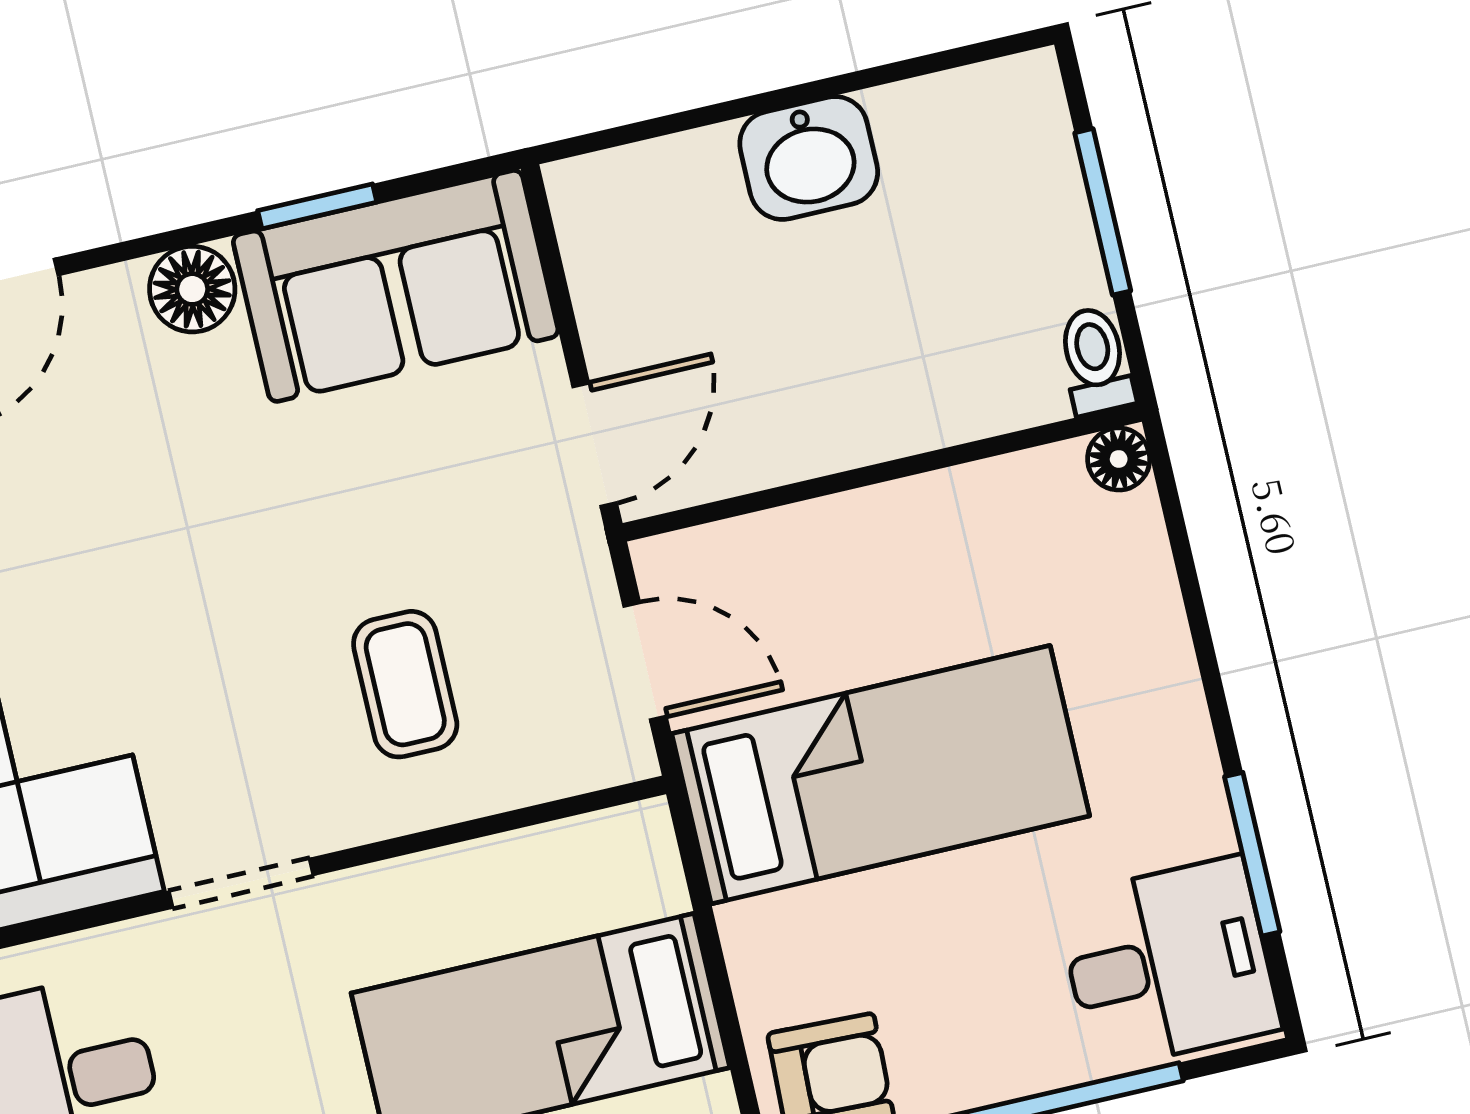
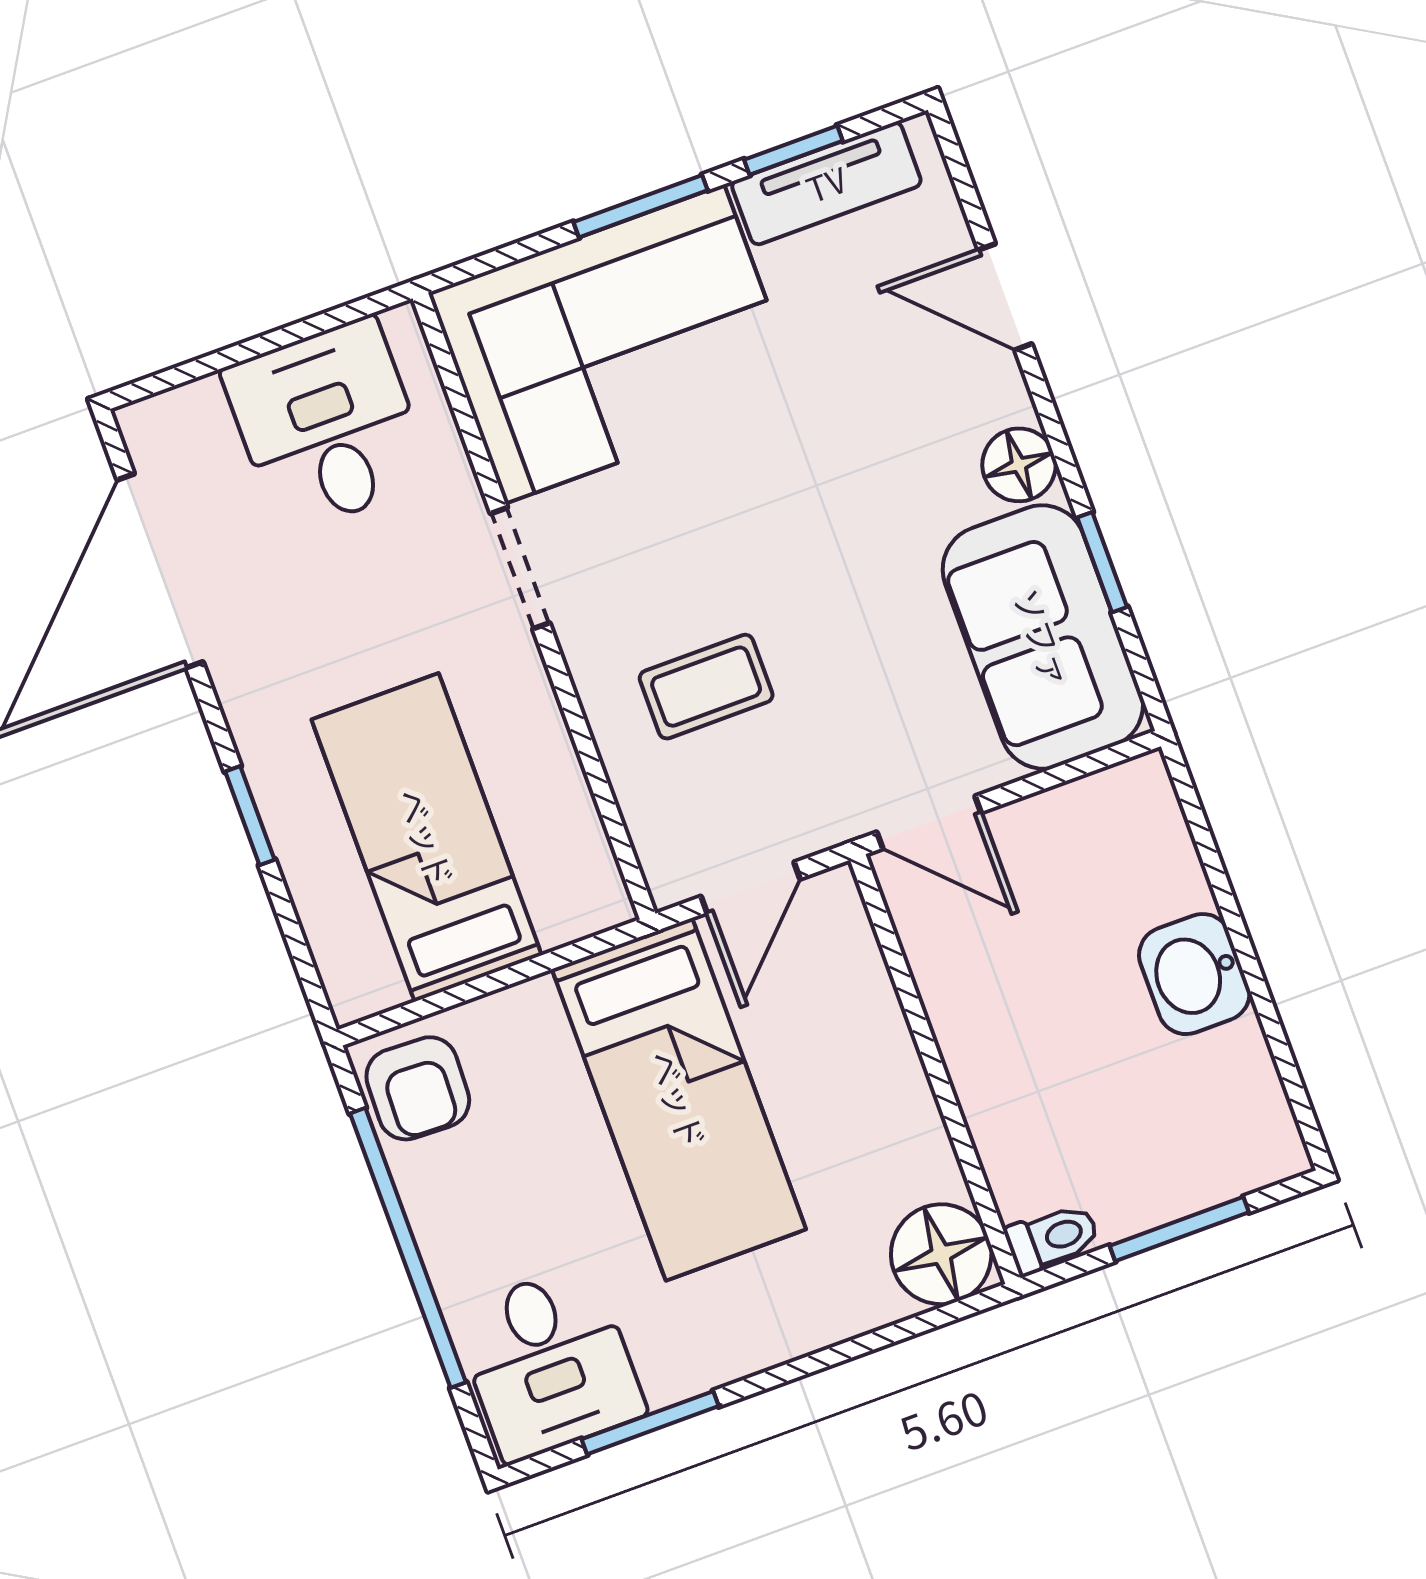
floor lamp: (1119, 459) -> (941, 1254), width x1.89, depth x1.89

